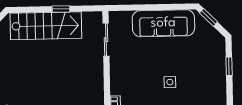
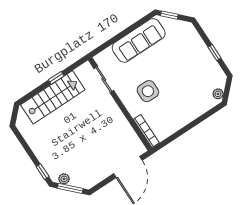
window: (229, 66) -> (215, 53), moved
side table: (170, 82) -> (148, 91), moved, width x1.87, depth x1.87

